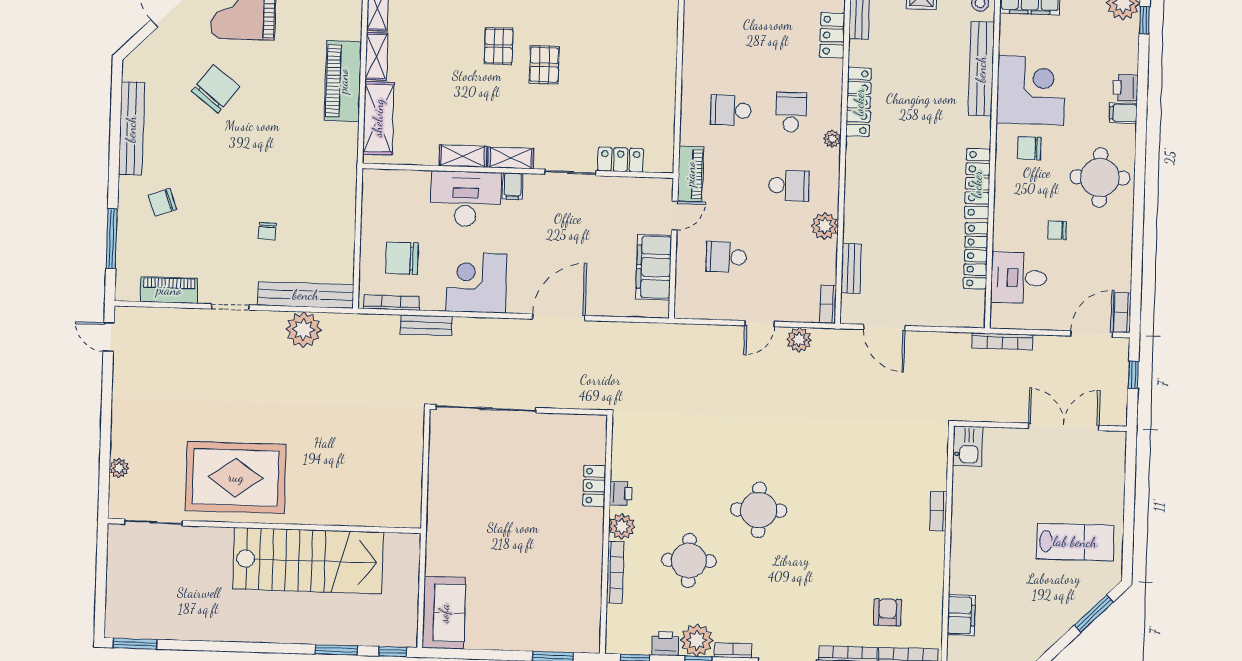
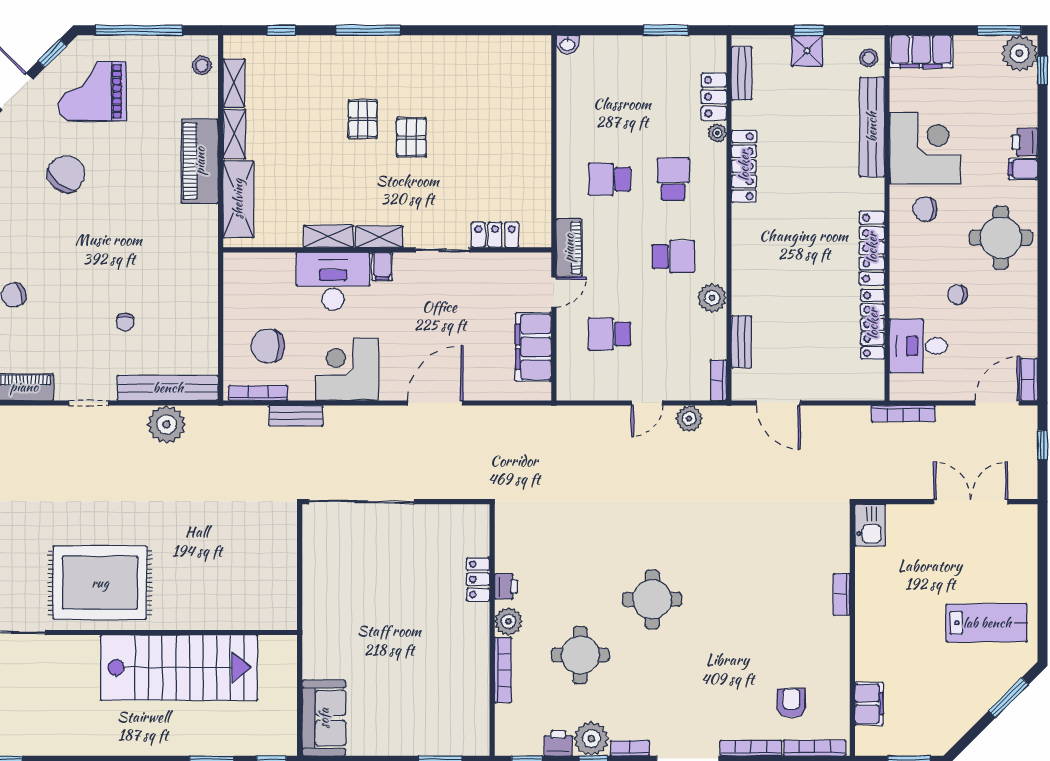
plant: (832, 139) -> (717, 133), moved

